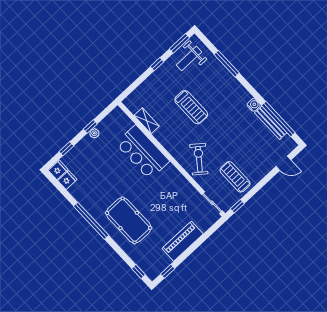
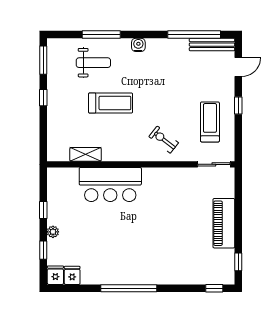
weight bench: (189, 58) -> (93, 63), moved, turned -90
water cooler: (254, 105) -> (138, 45), moved
bench: (271, 123) -> (212, 45), moved
plant: (94, 133) -> (53, 232), moved
exercise bike: (199, 159) -> (164, 140), width x0.73, depth x0.72
treadmill: (235, 177) -> (210, 122), turned 90
window: (237, 206) -> (238, 105), moved
pool table: (129, 220) -> (160, 254), removed

